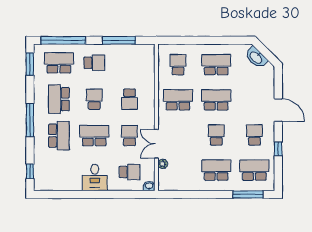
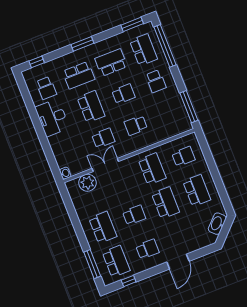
window: (119, 40) -> (189, 107), moved
window: (30, 120) -> (82, 44), width x0.69
window: (278, 149) -> (129, 281), moved
plant: (163, 164) -> (87, 183), width x1.87, depth x1.87
school desk: (130, 172) -> (46, 88), moved
desk: (95, 177) -> (52, 118), width x1.37

